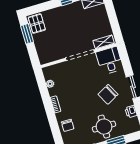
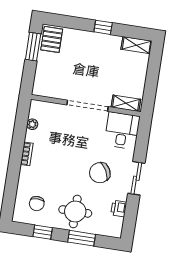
chair: (68, 125) -> (37, 204), moved

